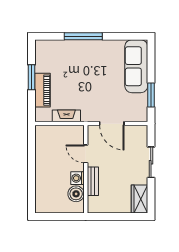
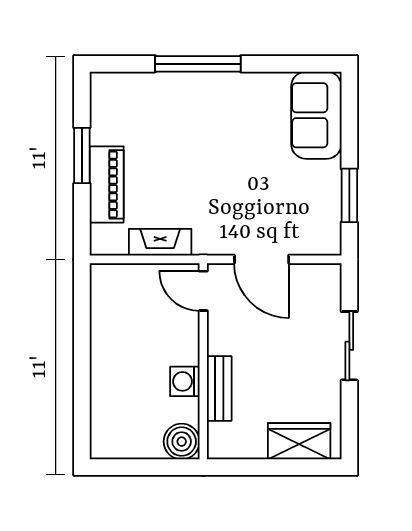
sofa: (136, 66) -> (316, 115), width x0.73
door: (86, 154) -> (203, 291), moved
boiler: (76, 194) -> (182, 442), moved
wardrobe: (139, 199) -> (299, 441), moved, turned 90

